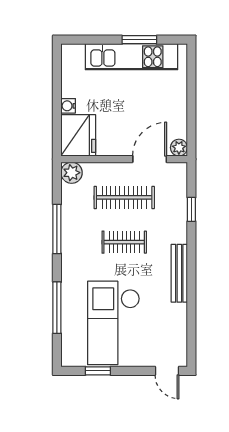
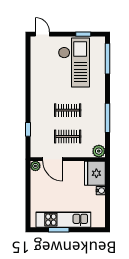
door: (150, 159) -> (53, 159), hinge flipped
clothes rail: (124, 197) -> (68, 136), width x0.73
bench: (179, 273) -> (35, 92), removed
window: (57, 308) -> (107, 59), moved

